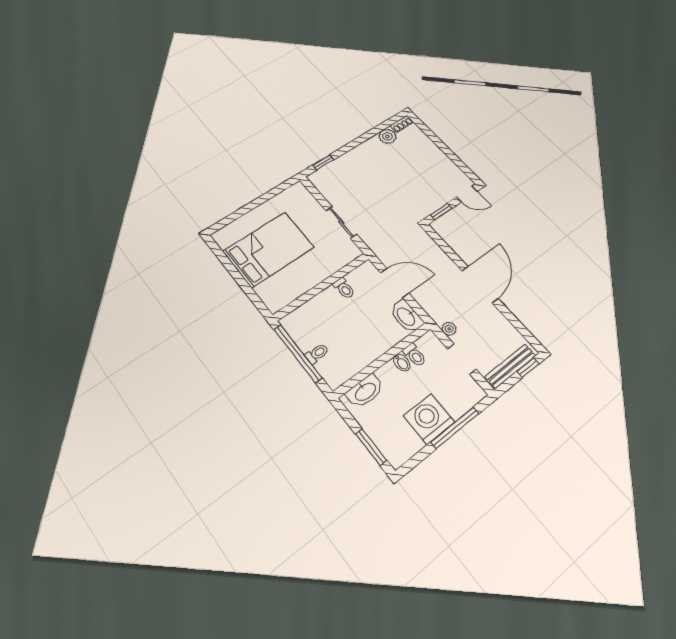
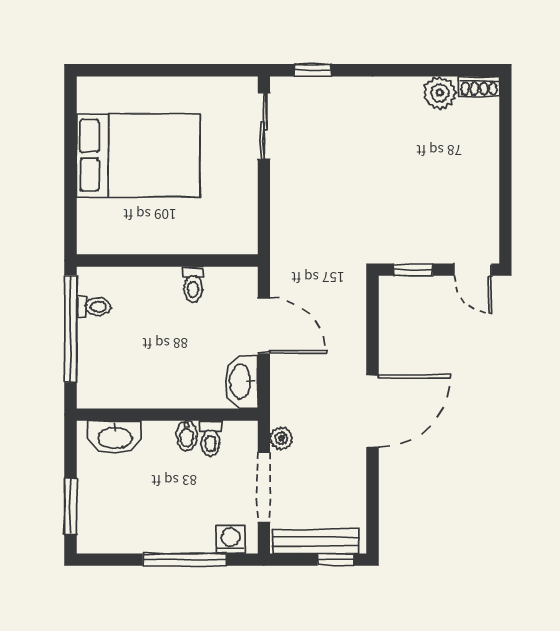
sliding door: (341, 222) -> (264, 126), moved
toilet: (317, 354) -> (94, 307), moved
doorway: (462, 359) -> (264, 487), width x1.38
washing machine: (429, 419) -> (231, 539), moved, width x0.53, depth x0.53

